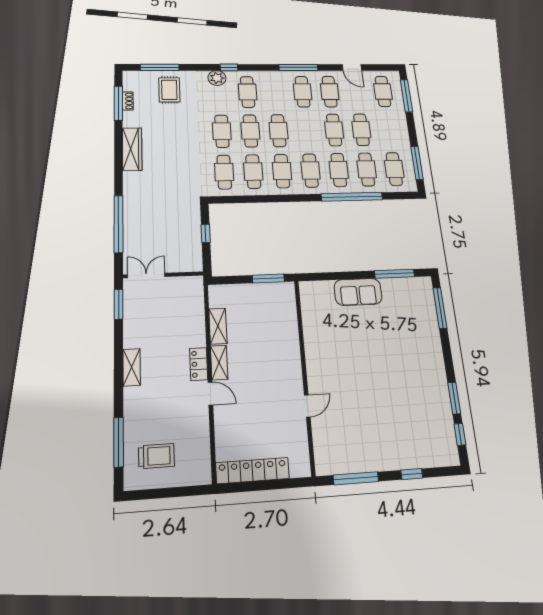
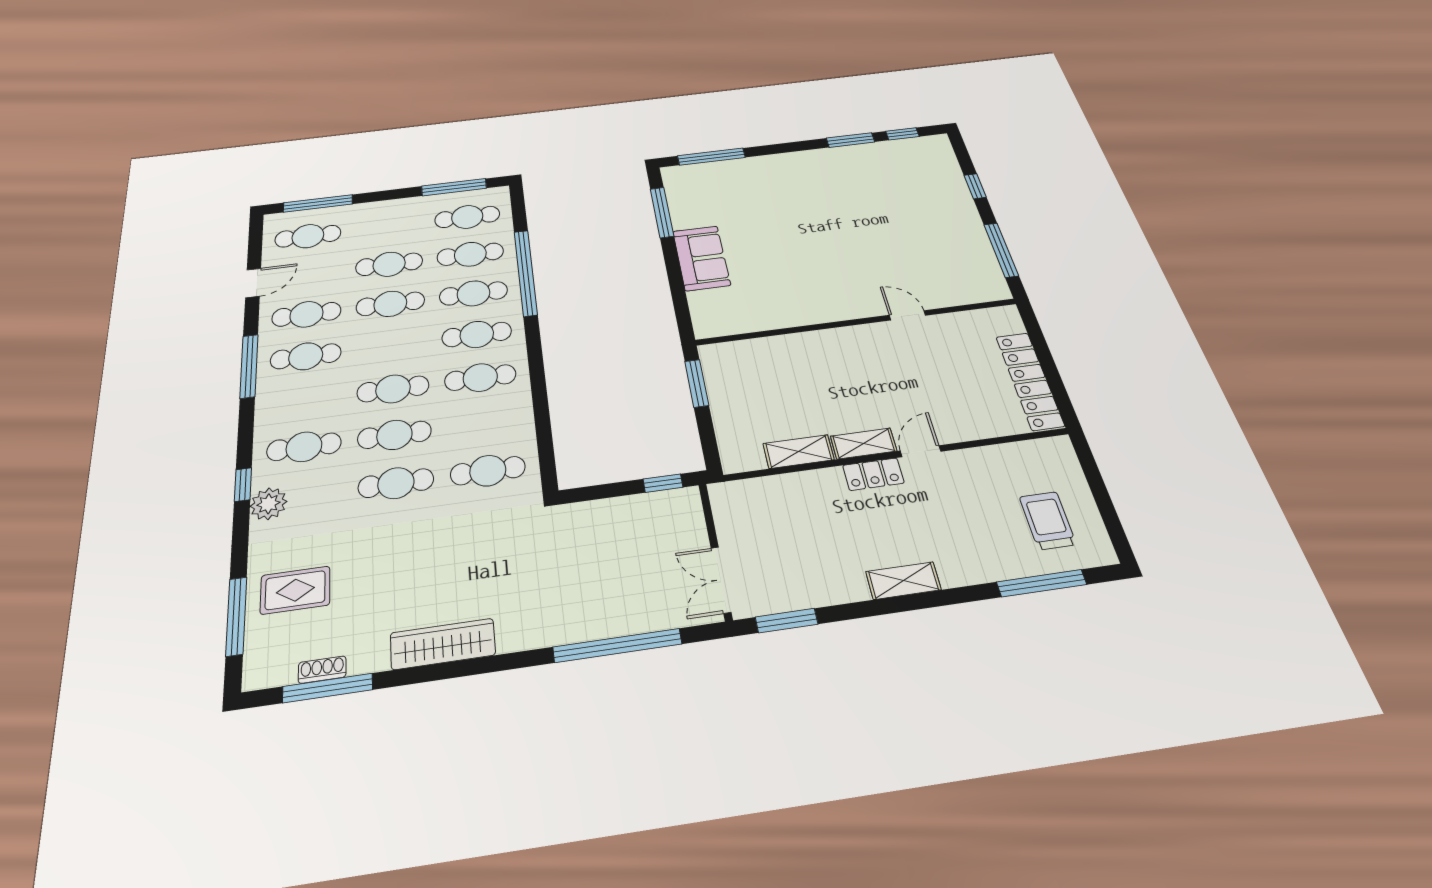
cafe table: (253, 172) -> (484, 423), removed
window: (206, 233) -> (663, 483), moved

